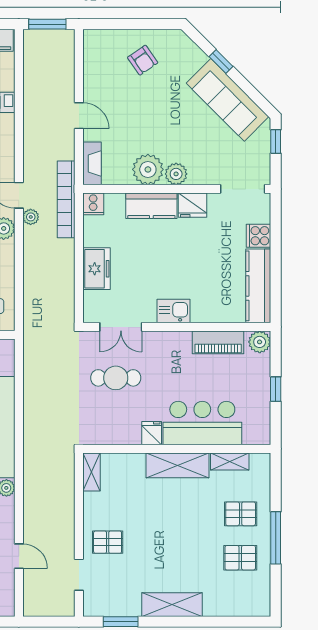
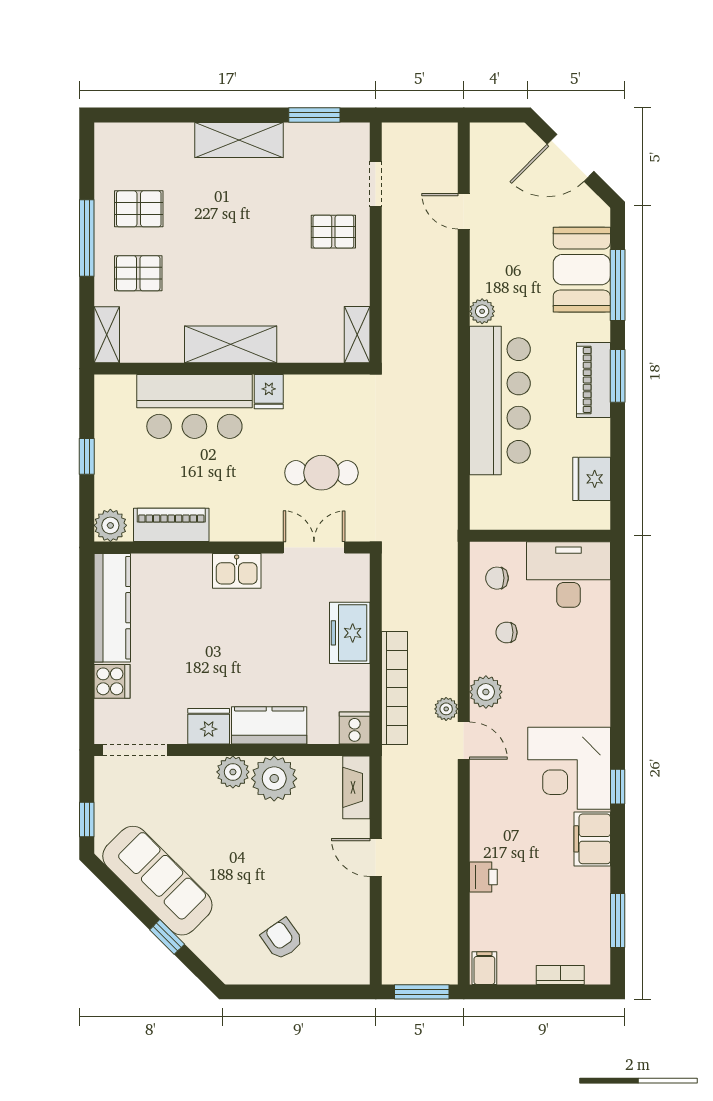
bookcase: (66, 199) -> (394, 688), moved
shelving: (230, 461) -> (107, 335), moved, turned 90

